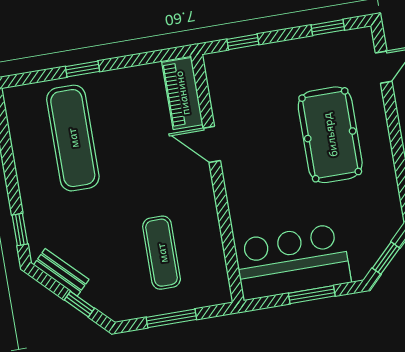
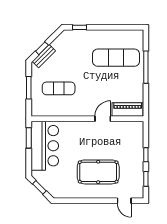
window: (243, 42) -> (146, 155), moved
window: (83, 69) -> (146, 67), width x2.17
bench: (61, 272) -> (44, 56), moved
window: (312, 295) -> (29, 138), moved

